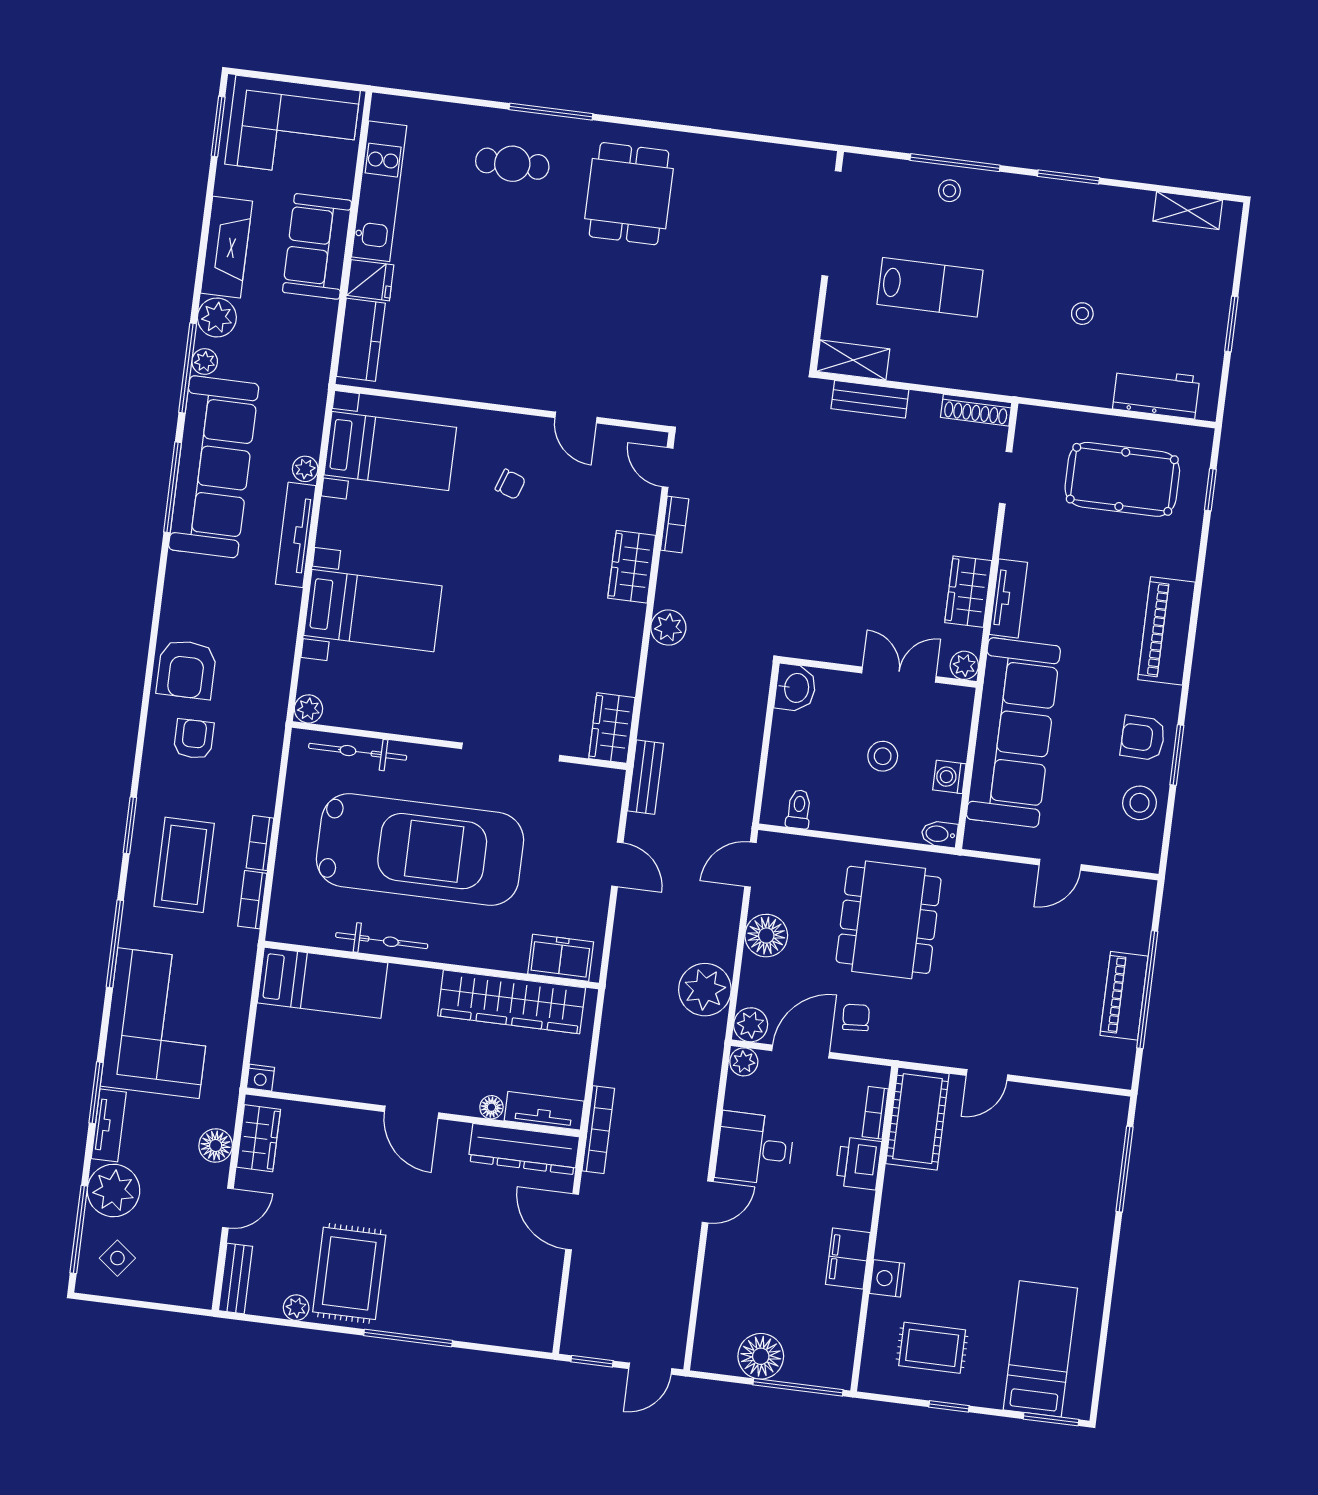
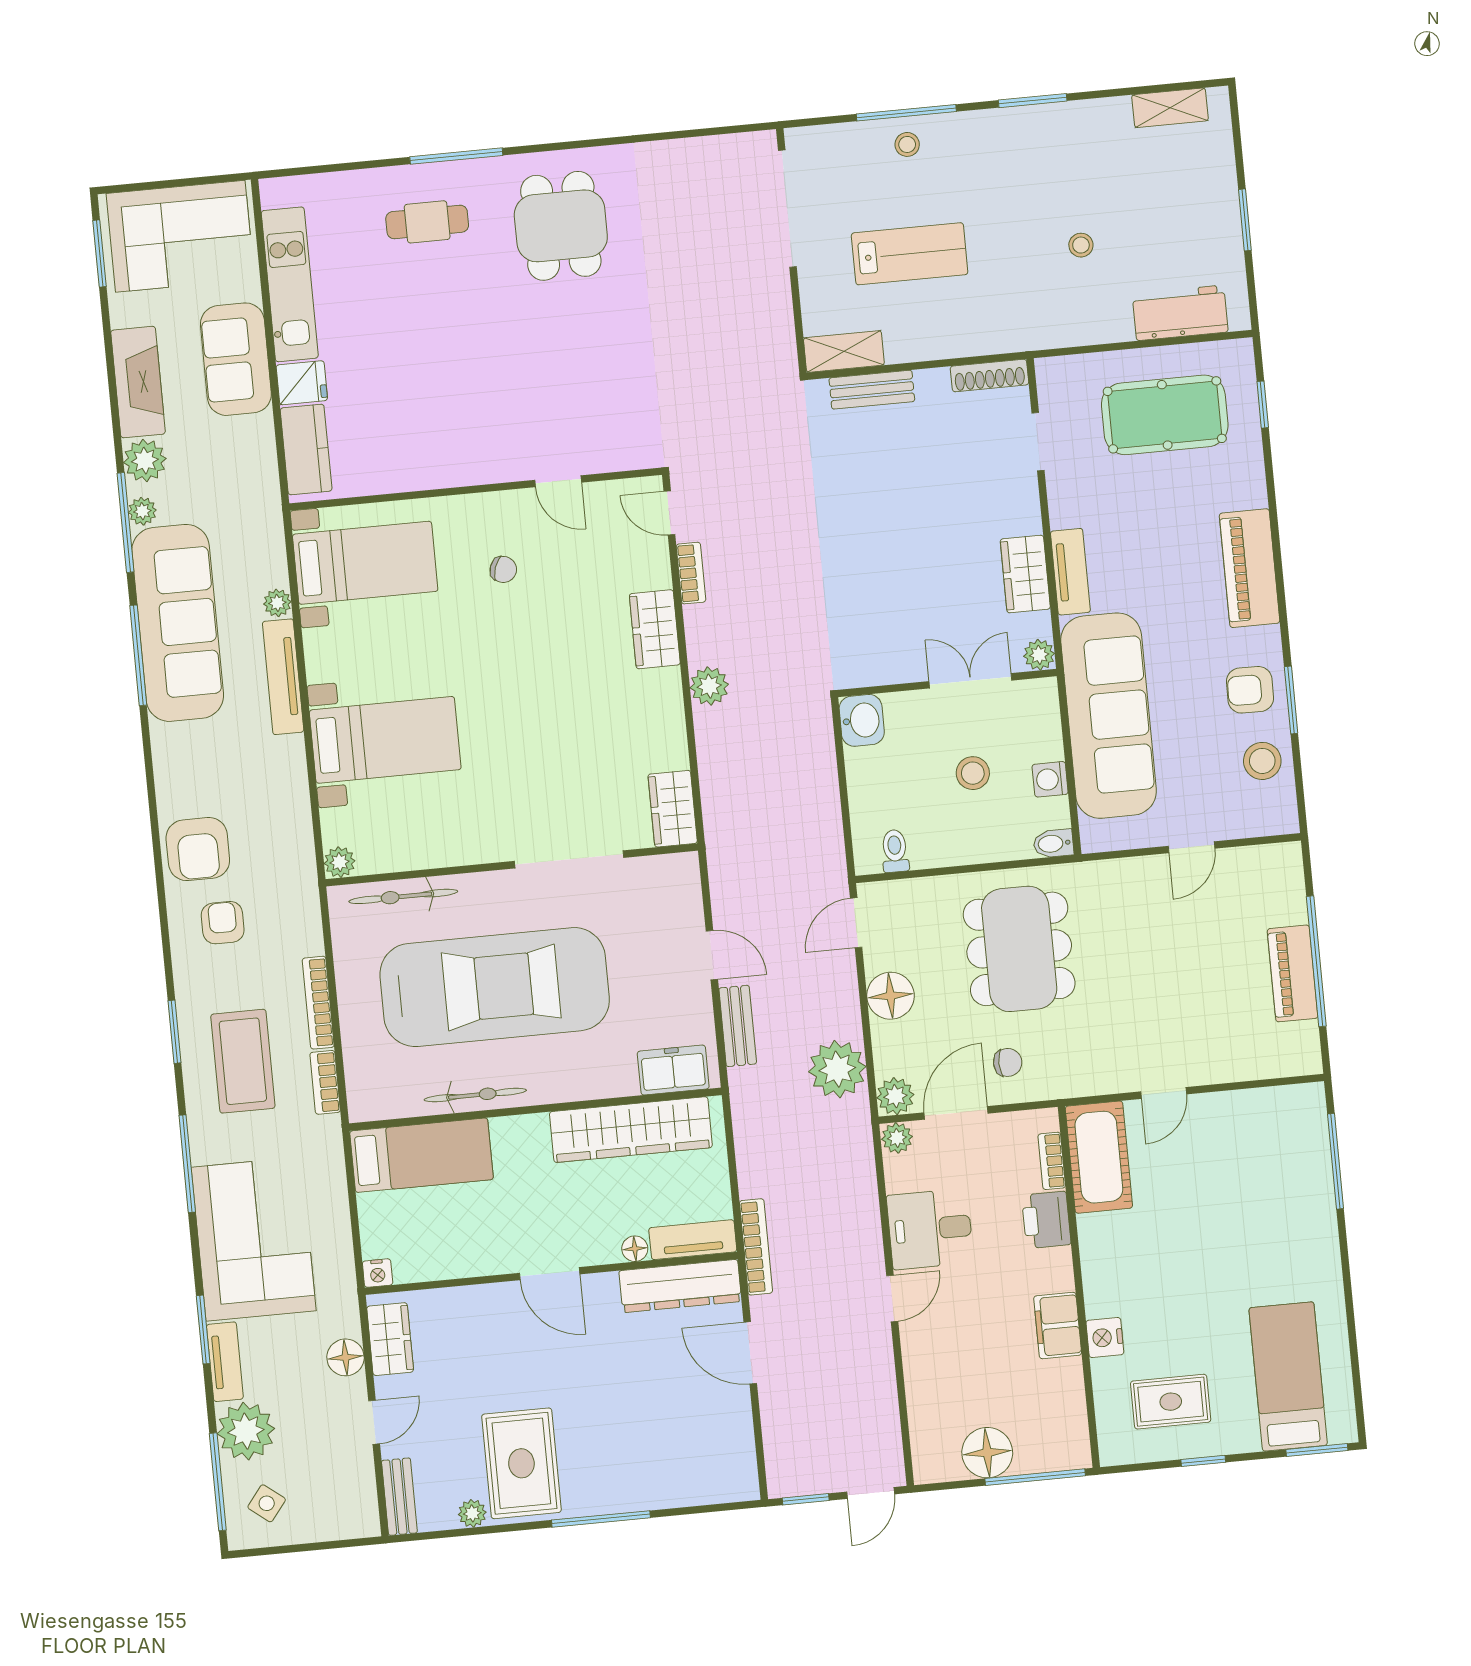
bench: (645, 777) -> (738, 1026), moved
bookcase: (260, 843) -> (318, 1003), width x1.56
chair: (856, 1017) -> (1008, 1062), turned 94

